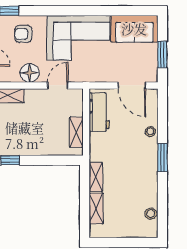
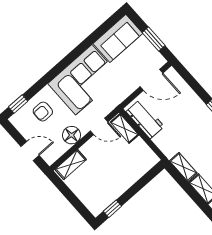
door: (58, 85) -> (99, 126), swing flipped
shelving: (76, 132) -> (125, 129), moved
stool: (150, 132) -> (193, 101), removed

